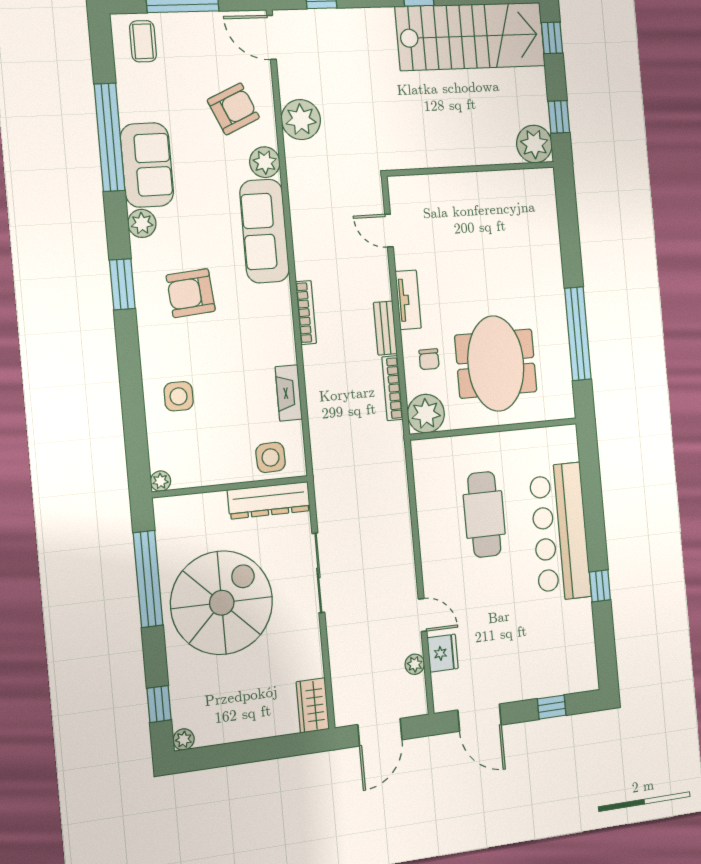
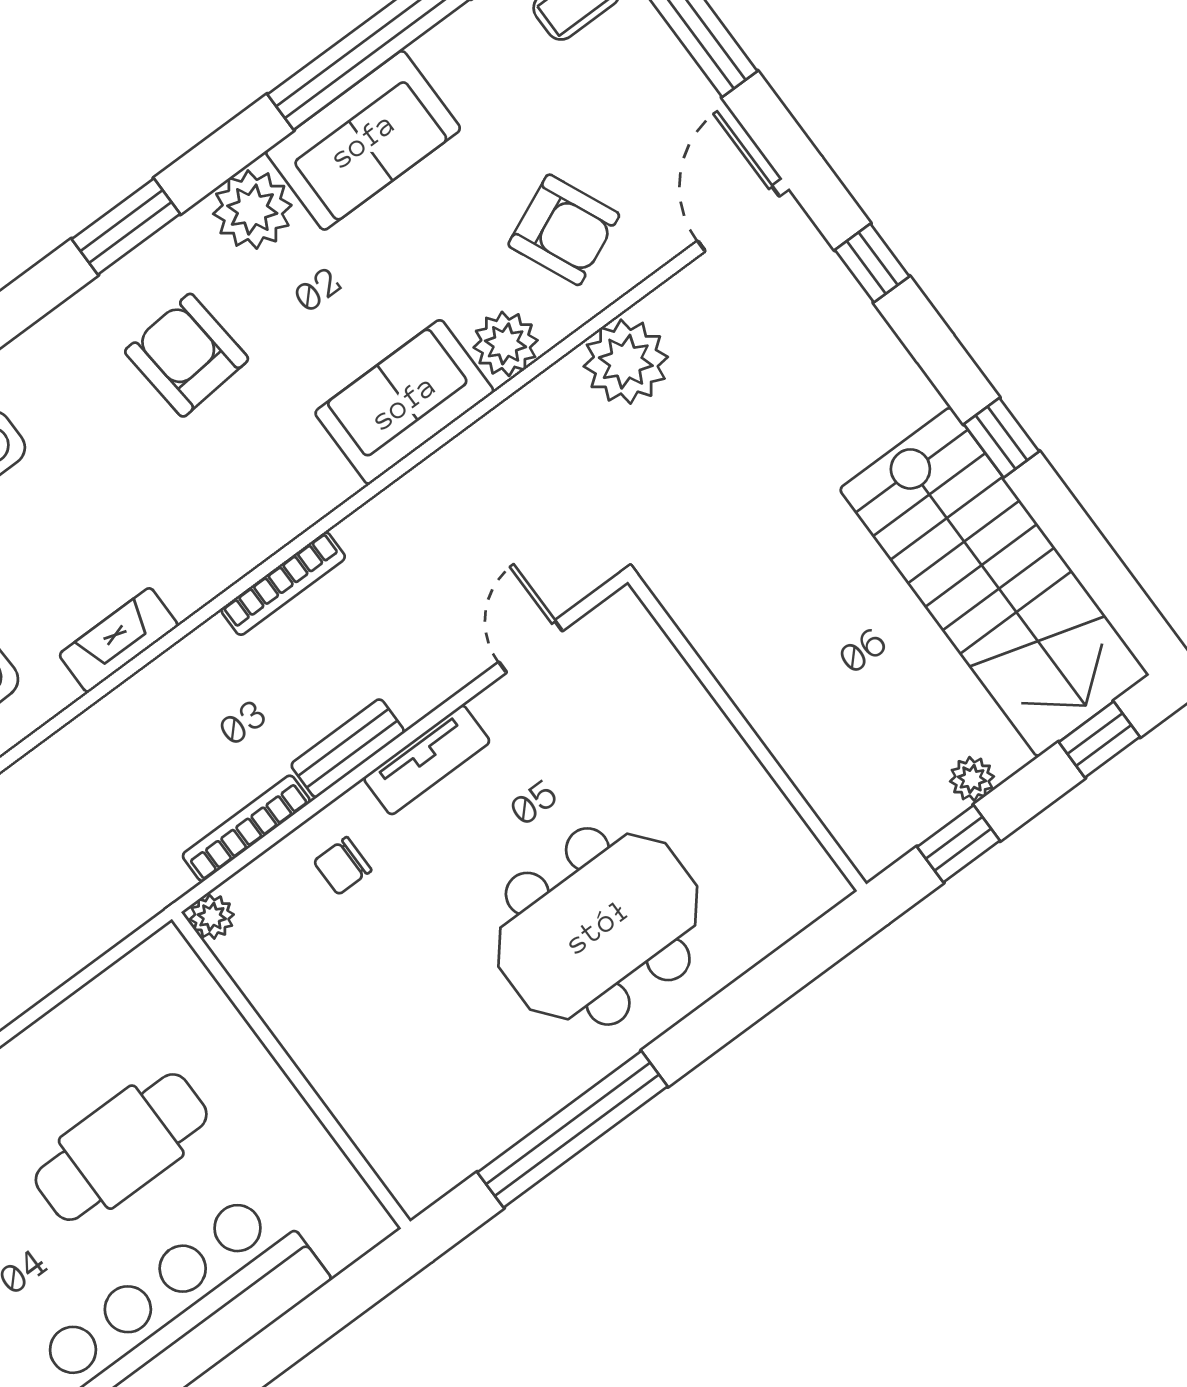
plant: (534, 144) -> (972, 779), moved, width x0.53, depth x0.53
plant: (142, 223) -> (252, 210), width x1.36, depth x1.36
sofa: (265, 231) -> (404, 402), width x0.73
meeting table: (496, 364) -> (598, 926), moved
plant: (426, 414) -> (212, 917), width x0.53, depth x0.53

